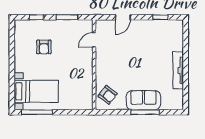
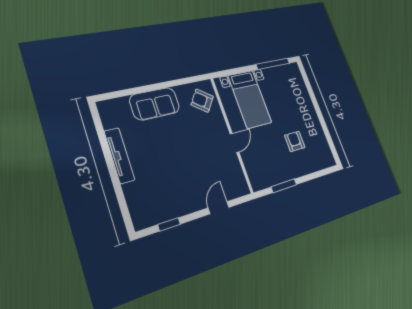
window: (37, 17) -> (316, 175), removed
door: (94, 40) -> (234, 143), moved
bed with nightstands: (36, 91) -> (250, 99), moved, turned -90
window: (145, 112) -> (147, 88), removed

